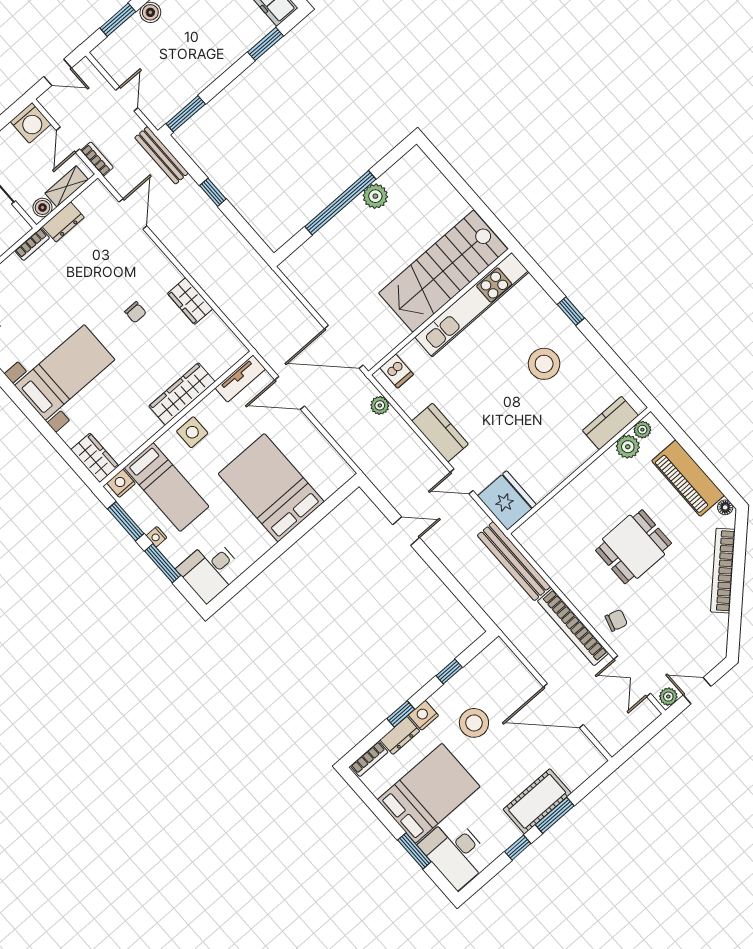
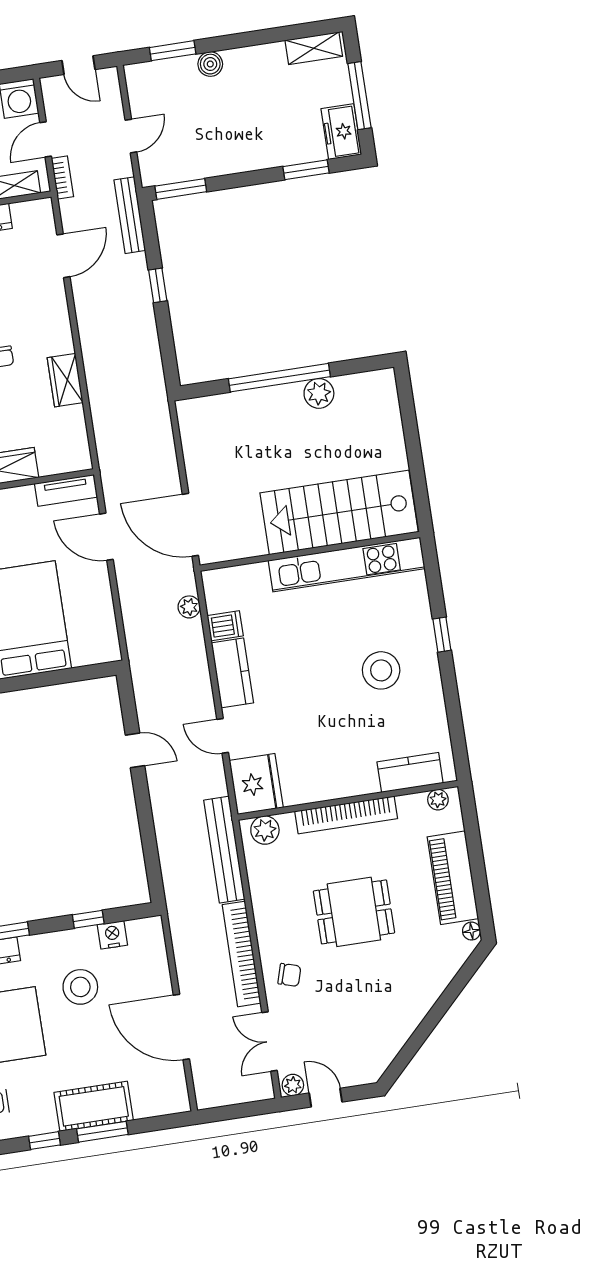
dishwasher: (397, 371) -> (225, 626), moved, turned -90
plant: (628, 447) -> (265, 830), moved
bookcase: (723, 571) -> (346, 815), moved, turned -135
nightstand: (423, 715) -> (112, 935), moved

